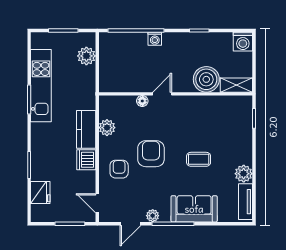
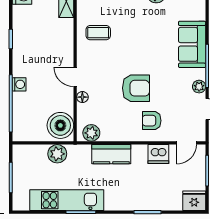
plant: (86, 56) -> (57, 154), moved
boiler: (206, 79) -> (60, 125), moved
plant: (107, 128) -> (91, 133), moved
armchair: (151, 154) -> (136, 88), turned 180
coffee table: (199, 159) -> (98, 33), moved, turned 90
dishwasher: (86, 160) -> (158, 154), moved
fridge: (40, 192) -> (194, 201), moved

